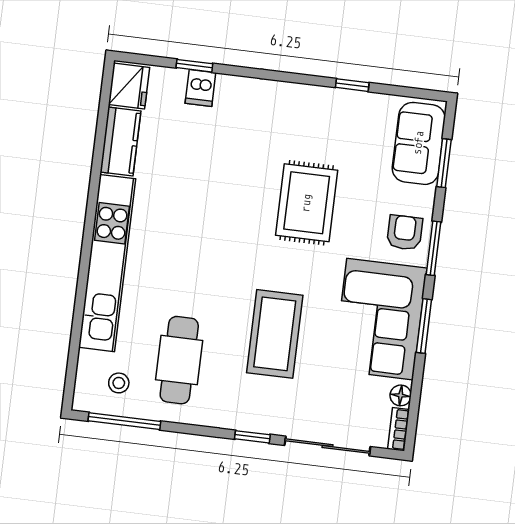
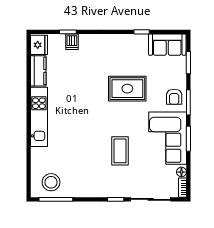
sofa: (419, 143) -> (167, 45), moved, turned -90
rug: (307, 203) -> (127, 89), turned 90
armchair: (405, 233) -> (174, 97), turned 180
kitchen unit: (107, 263) -> (39, 117), width x0.73
coffee table: (275, 334) -> (120, 151), width x0.73, depth x0.76
cafe table: (179, 360) -> (78, 168), removed
stool: (119, 383) -> (51, 182), width x1.89, depth x1.89

